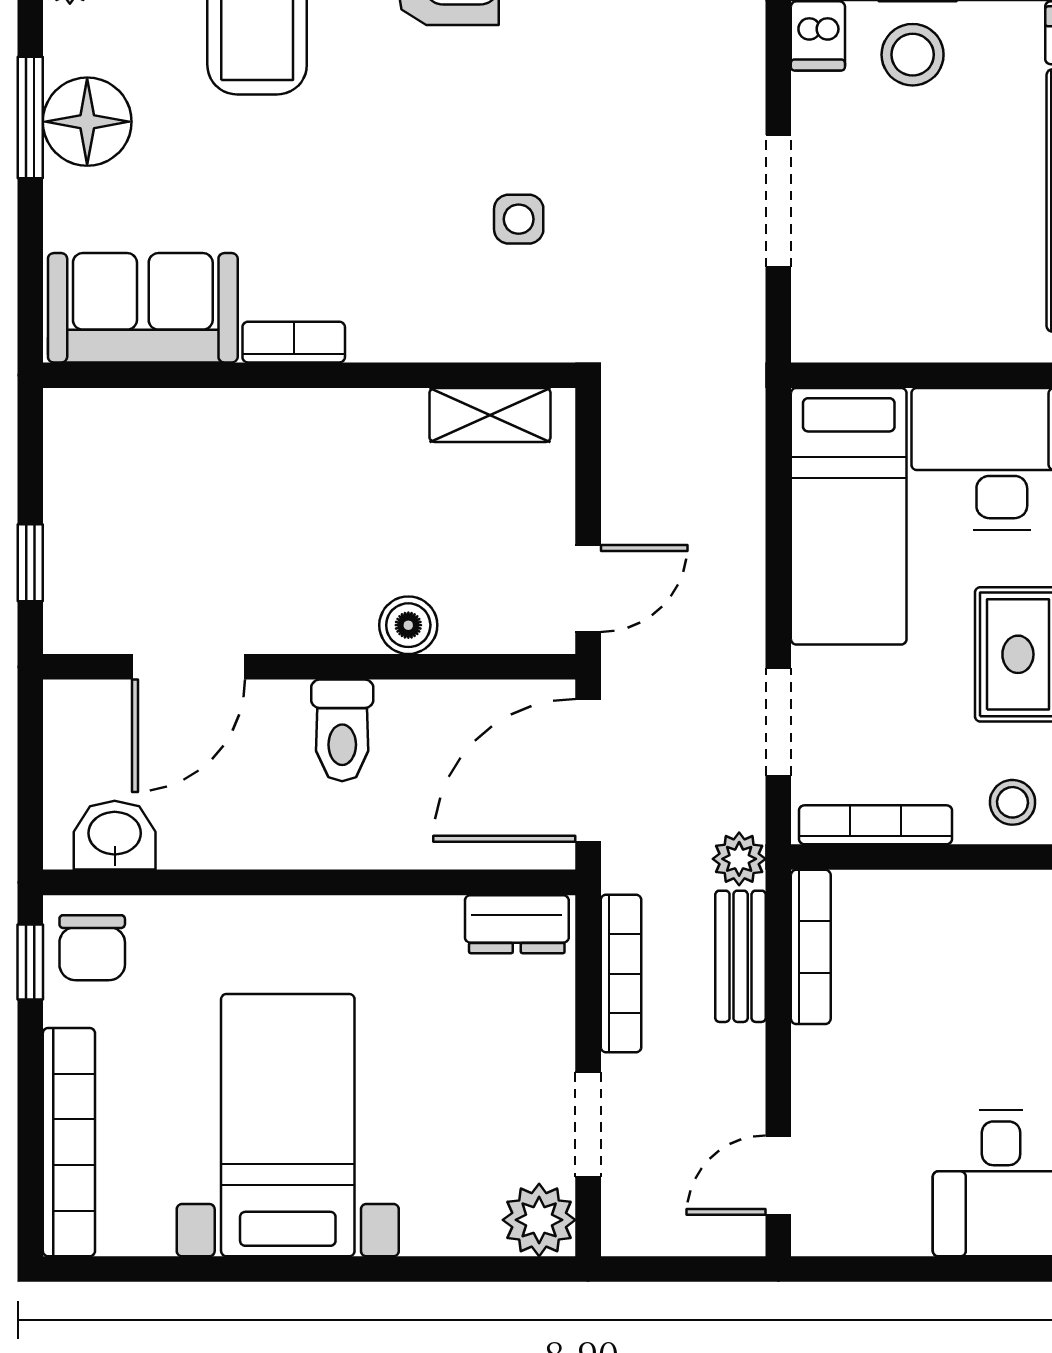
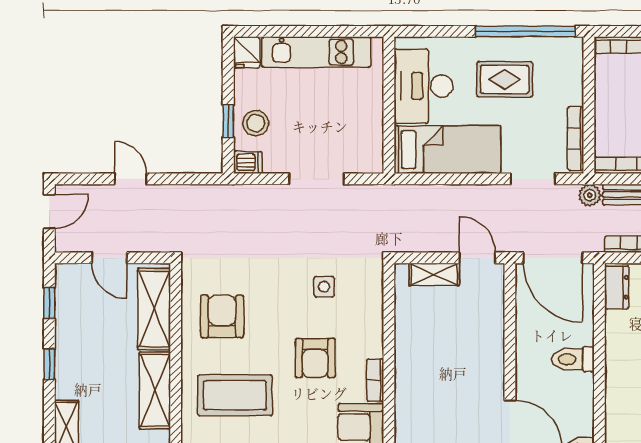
armchair: (347, 198) -> (315, 358), added
shelving: (490, 415) -> (434, 274), moved, turned 90
boiler: (408, 625) -> (493, 332), removed
toilet: (342, 730) -> (573, 359), moved, turned 180
stool: (1013, 802) -> (566, 82), removed

